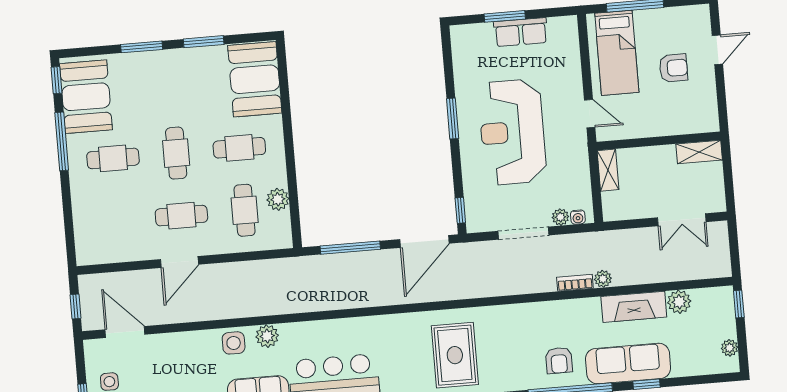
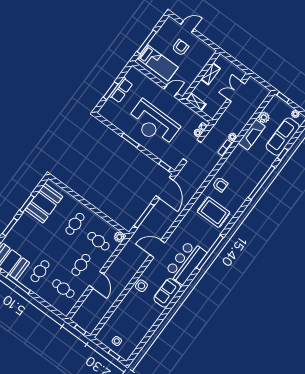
door: (717, 50) -> (188, 27), hinge flipped
booth: (255, 79) -> (44, 203), moved, turned 90
shelving: (699, 152) -> (211, 74), moved
cafe table: (176, 153) -> (63, 289), moved
plant: (278, 199) -> (119, 237), moved
double door: (682, 220) -> (236, 91), swing flipped
door: (125, 332) -> (157, 249), moved
plant: (267, 336) -> (149, 272), removed
armchair: (559, 360) -> (220, 185), moved
sofa: (628, 364) -> (283, 137), moved

